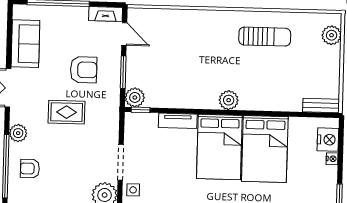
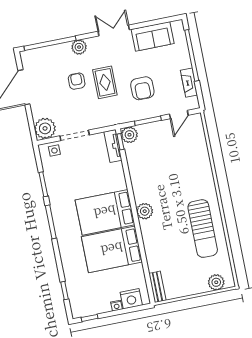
fireplace: (106, 14) -> (189, 83), moved
sun lounger: (265, 37) -> (203, 229), width x1.36, depth x1.34
tv unit: (178, 121) -> (113, 146), moved
armchair: (30, 169) -> (77, 81), moved

